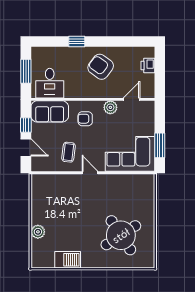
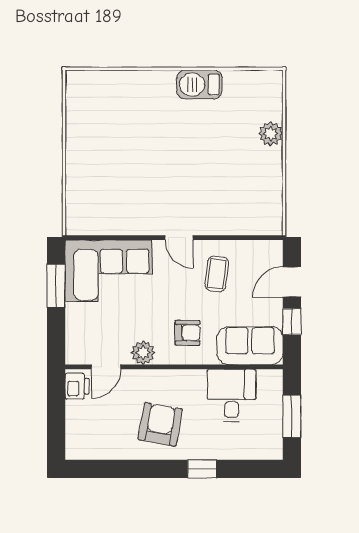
printer: (148, 66) -> (77, 386), moved
armchair: (101, 67) -> (160, 424), turned -116
desk: (50, 83) -> (232, 395), moved
door: (26, 148) -> (292, 282), hinge flipped
round table: (121, 235) -> (125, 128), removed
barbecue: (68, 260) -> (199, 85), moved

